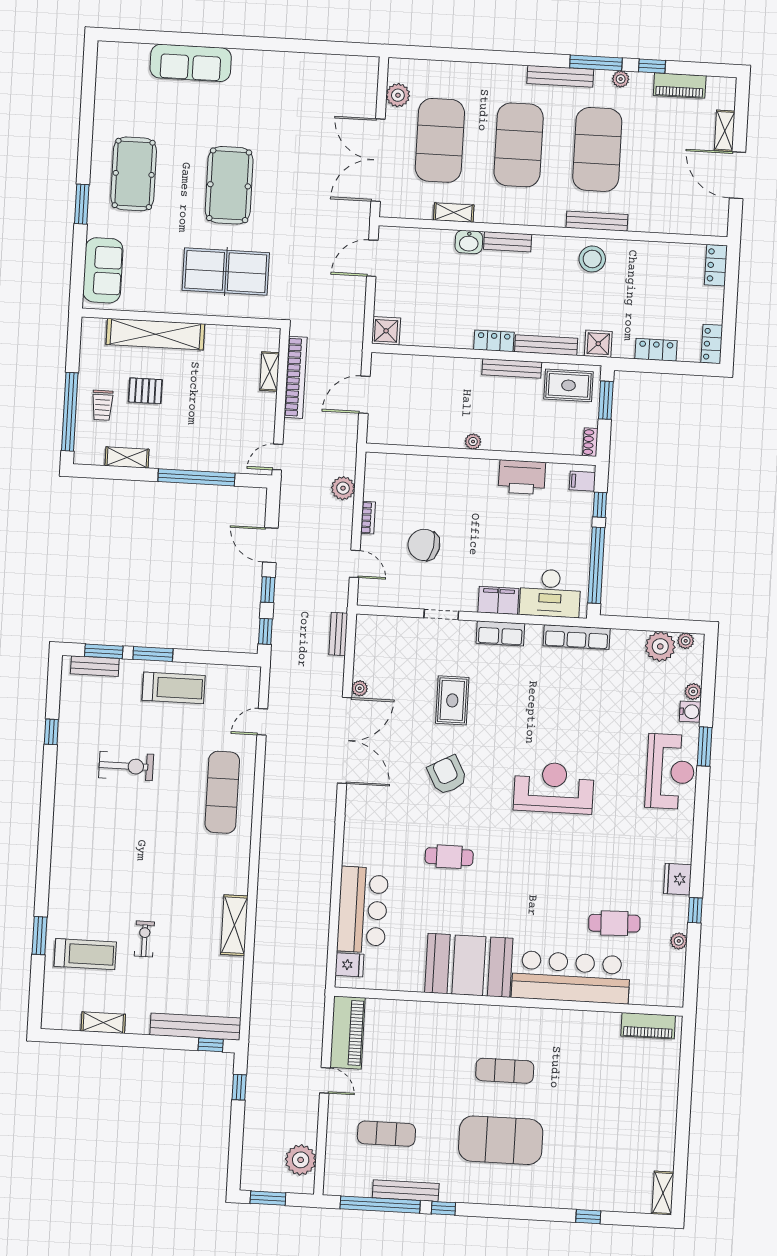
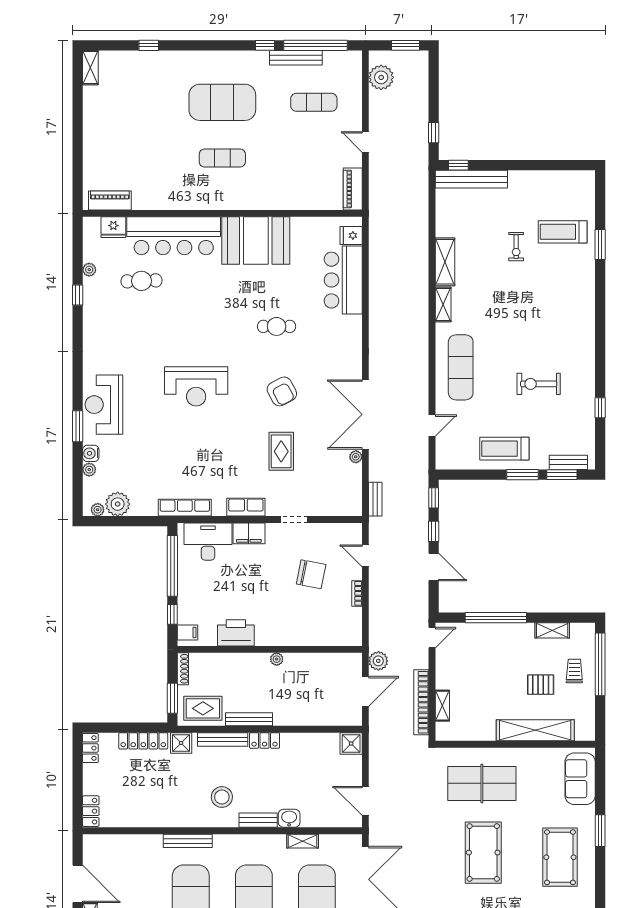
door: (372, 258) -> (365, 801), swing flipped
stool: (592, 259) -> (222, 797), moved
locker: (656, 350) -> (143, 741), width x1.53
shoe rack: (590, 442) -> (183, 669), width x1.43
plant: (343, 488) -> (378, 661), moved
fridge: (678, 879) -> (113, 227), moved, turned 90
shelving: (103, 1023) -> (443, 304), moved, turned 90
piano: (348, 1033) -> (353, 189), width x0.73, depth x0.75

